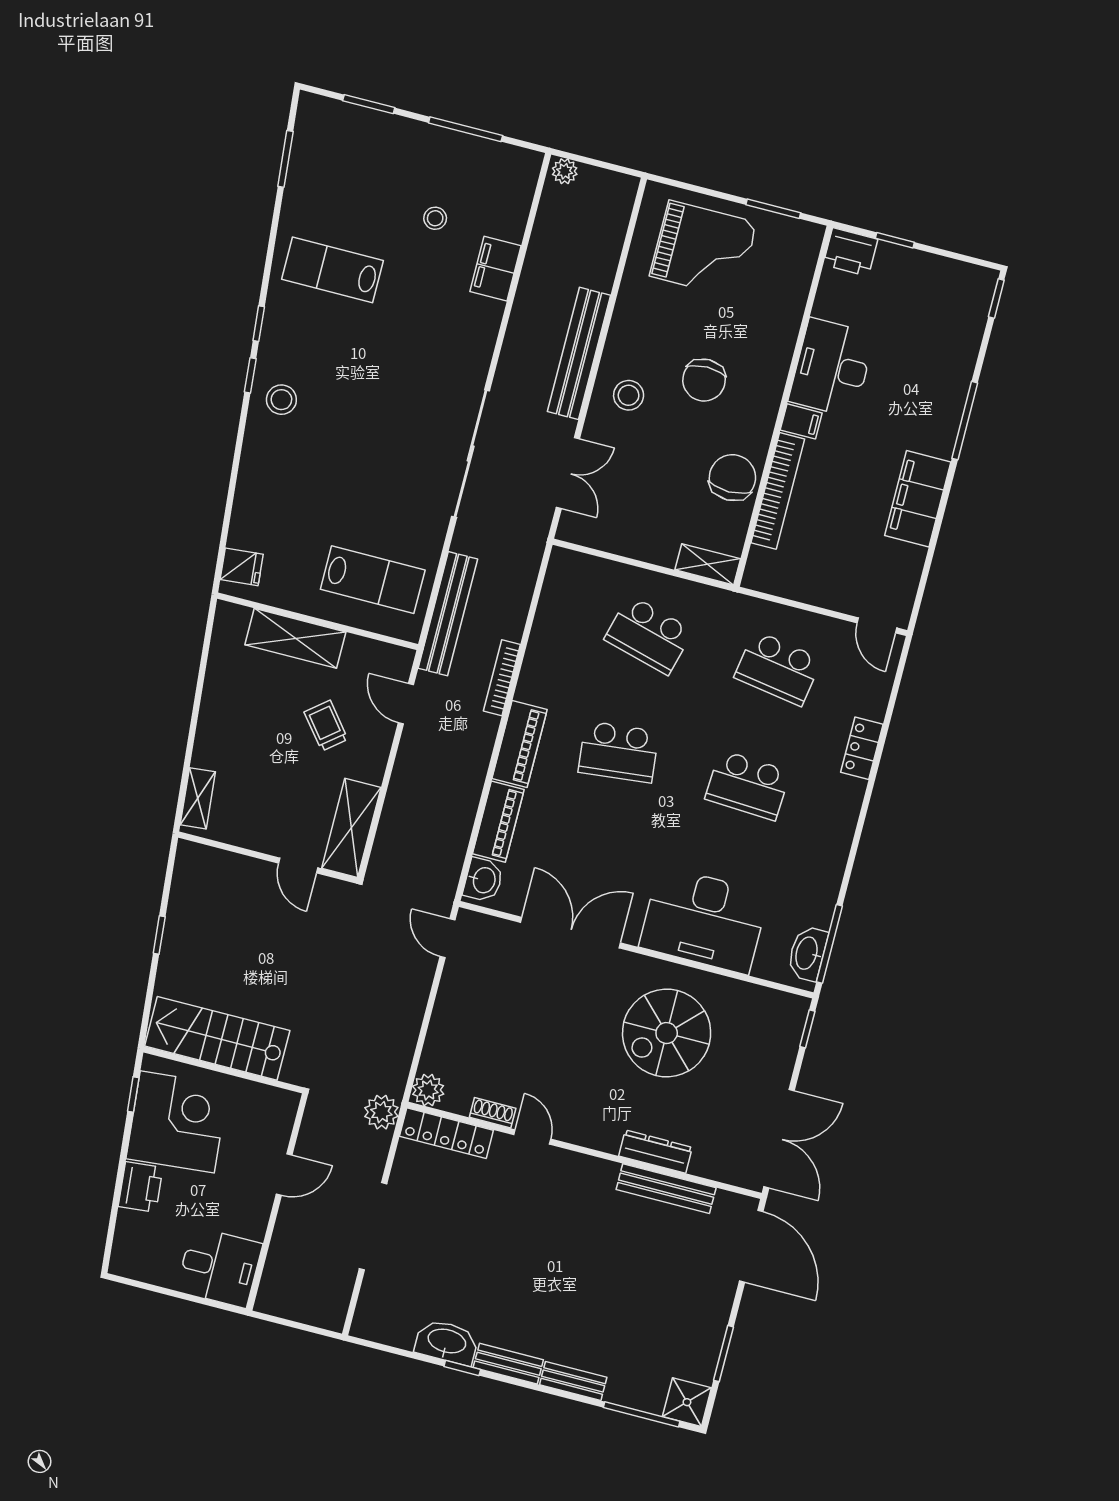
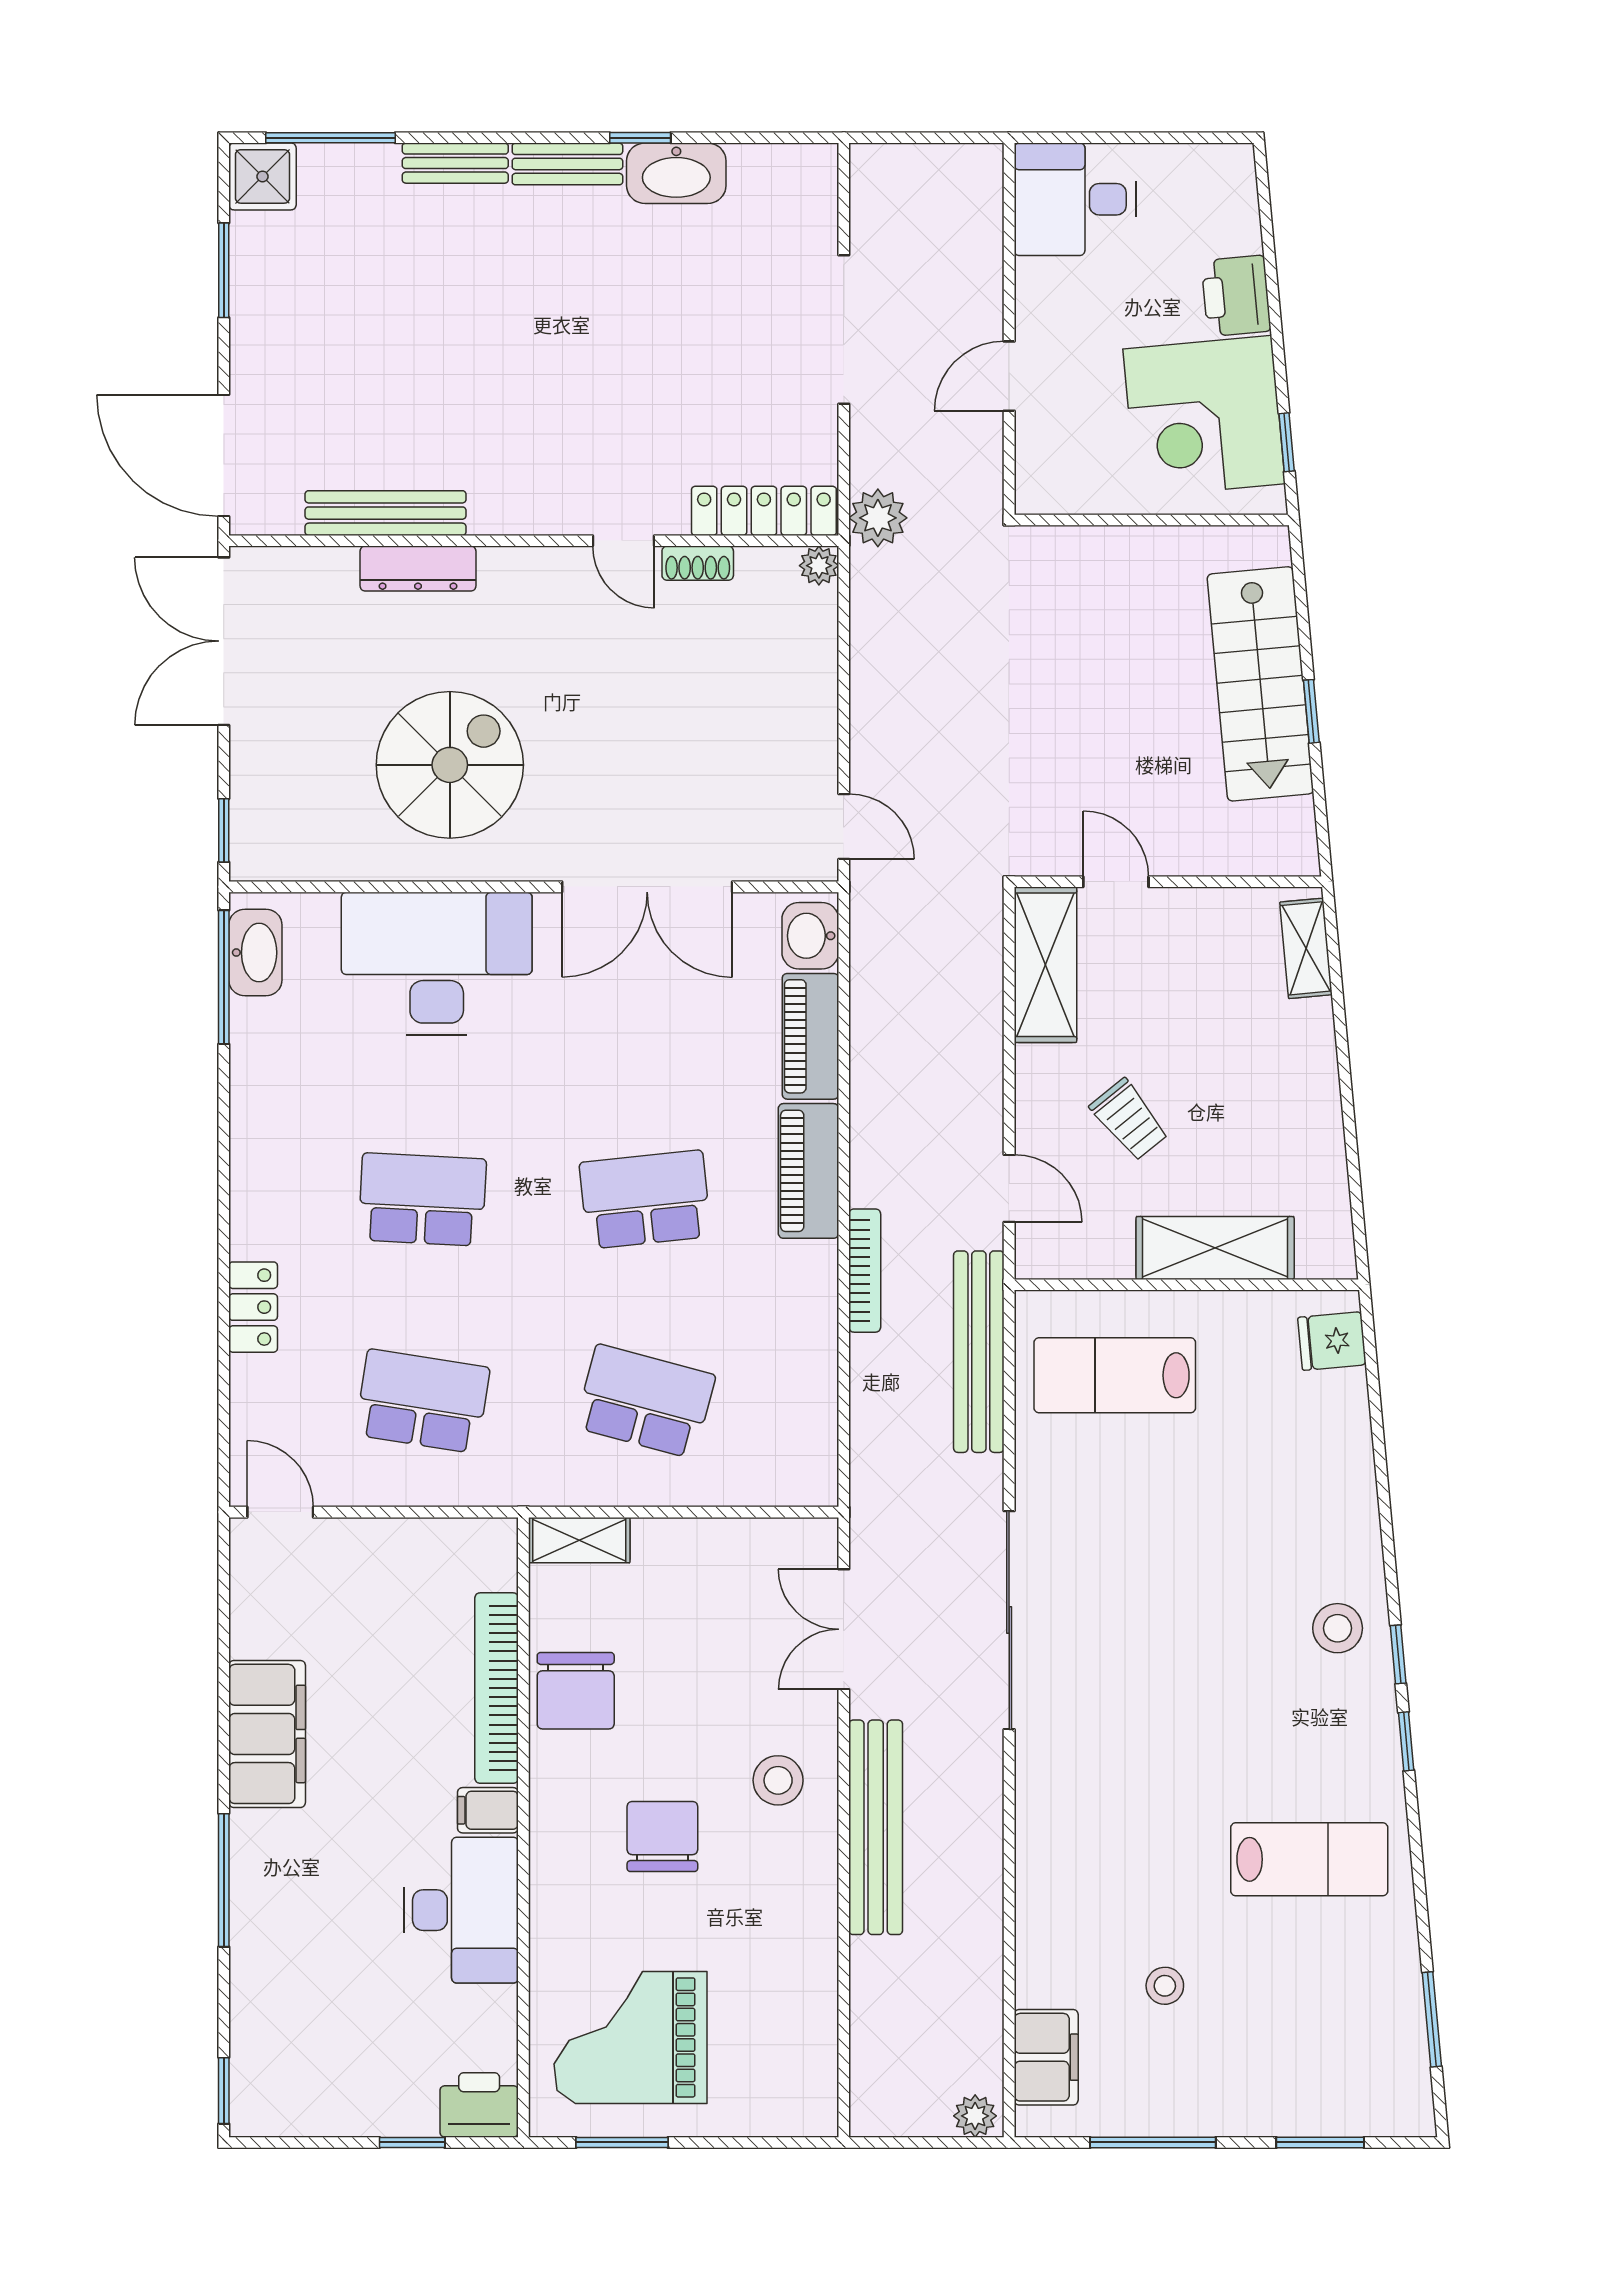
grand piano: (703, 249) -> (630, 2037), moved
filing cabinet: (496, 269) -> (1046, 2057), moved
stairs: (217, 1038) -> (1260, 684), moved, turned 85
plant: (428, 1090) -> (819, 566), width x0.73, depth x0.73

